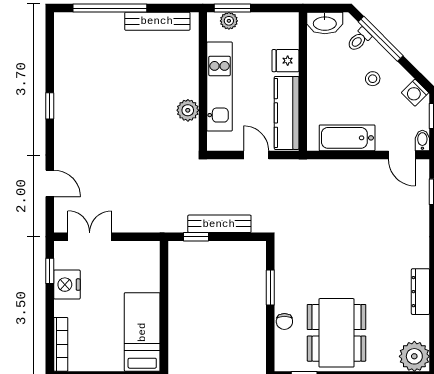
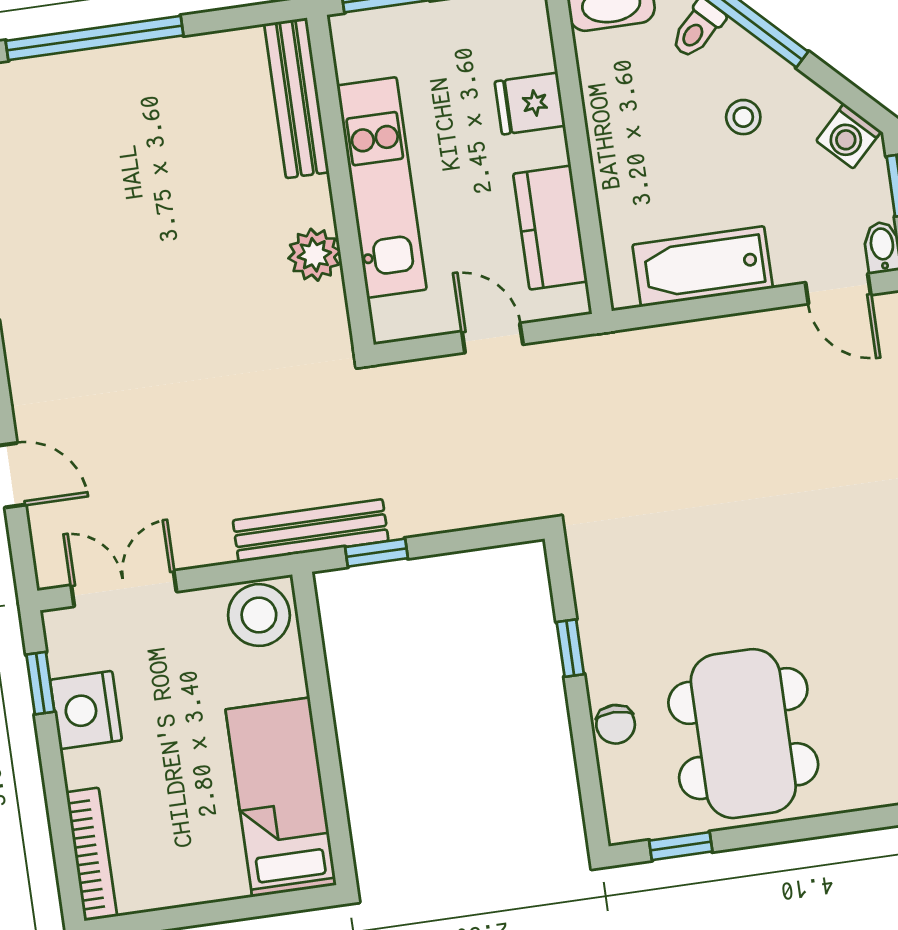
bench: (157, 21) -> (297, 98), moved, turned 90
plant: (229, 21) -> (382, 28), removed
kitchen counter: (287, 113) -> (550, 228), width x0.67
bench: (219, 224) -> (311, 531), moved
stool: (144, 256) -> (259, 615), added
window: (270, 287) -> (570, 648), width x0.67

